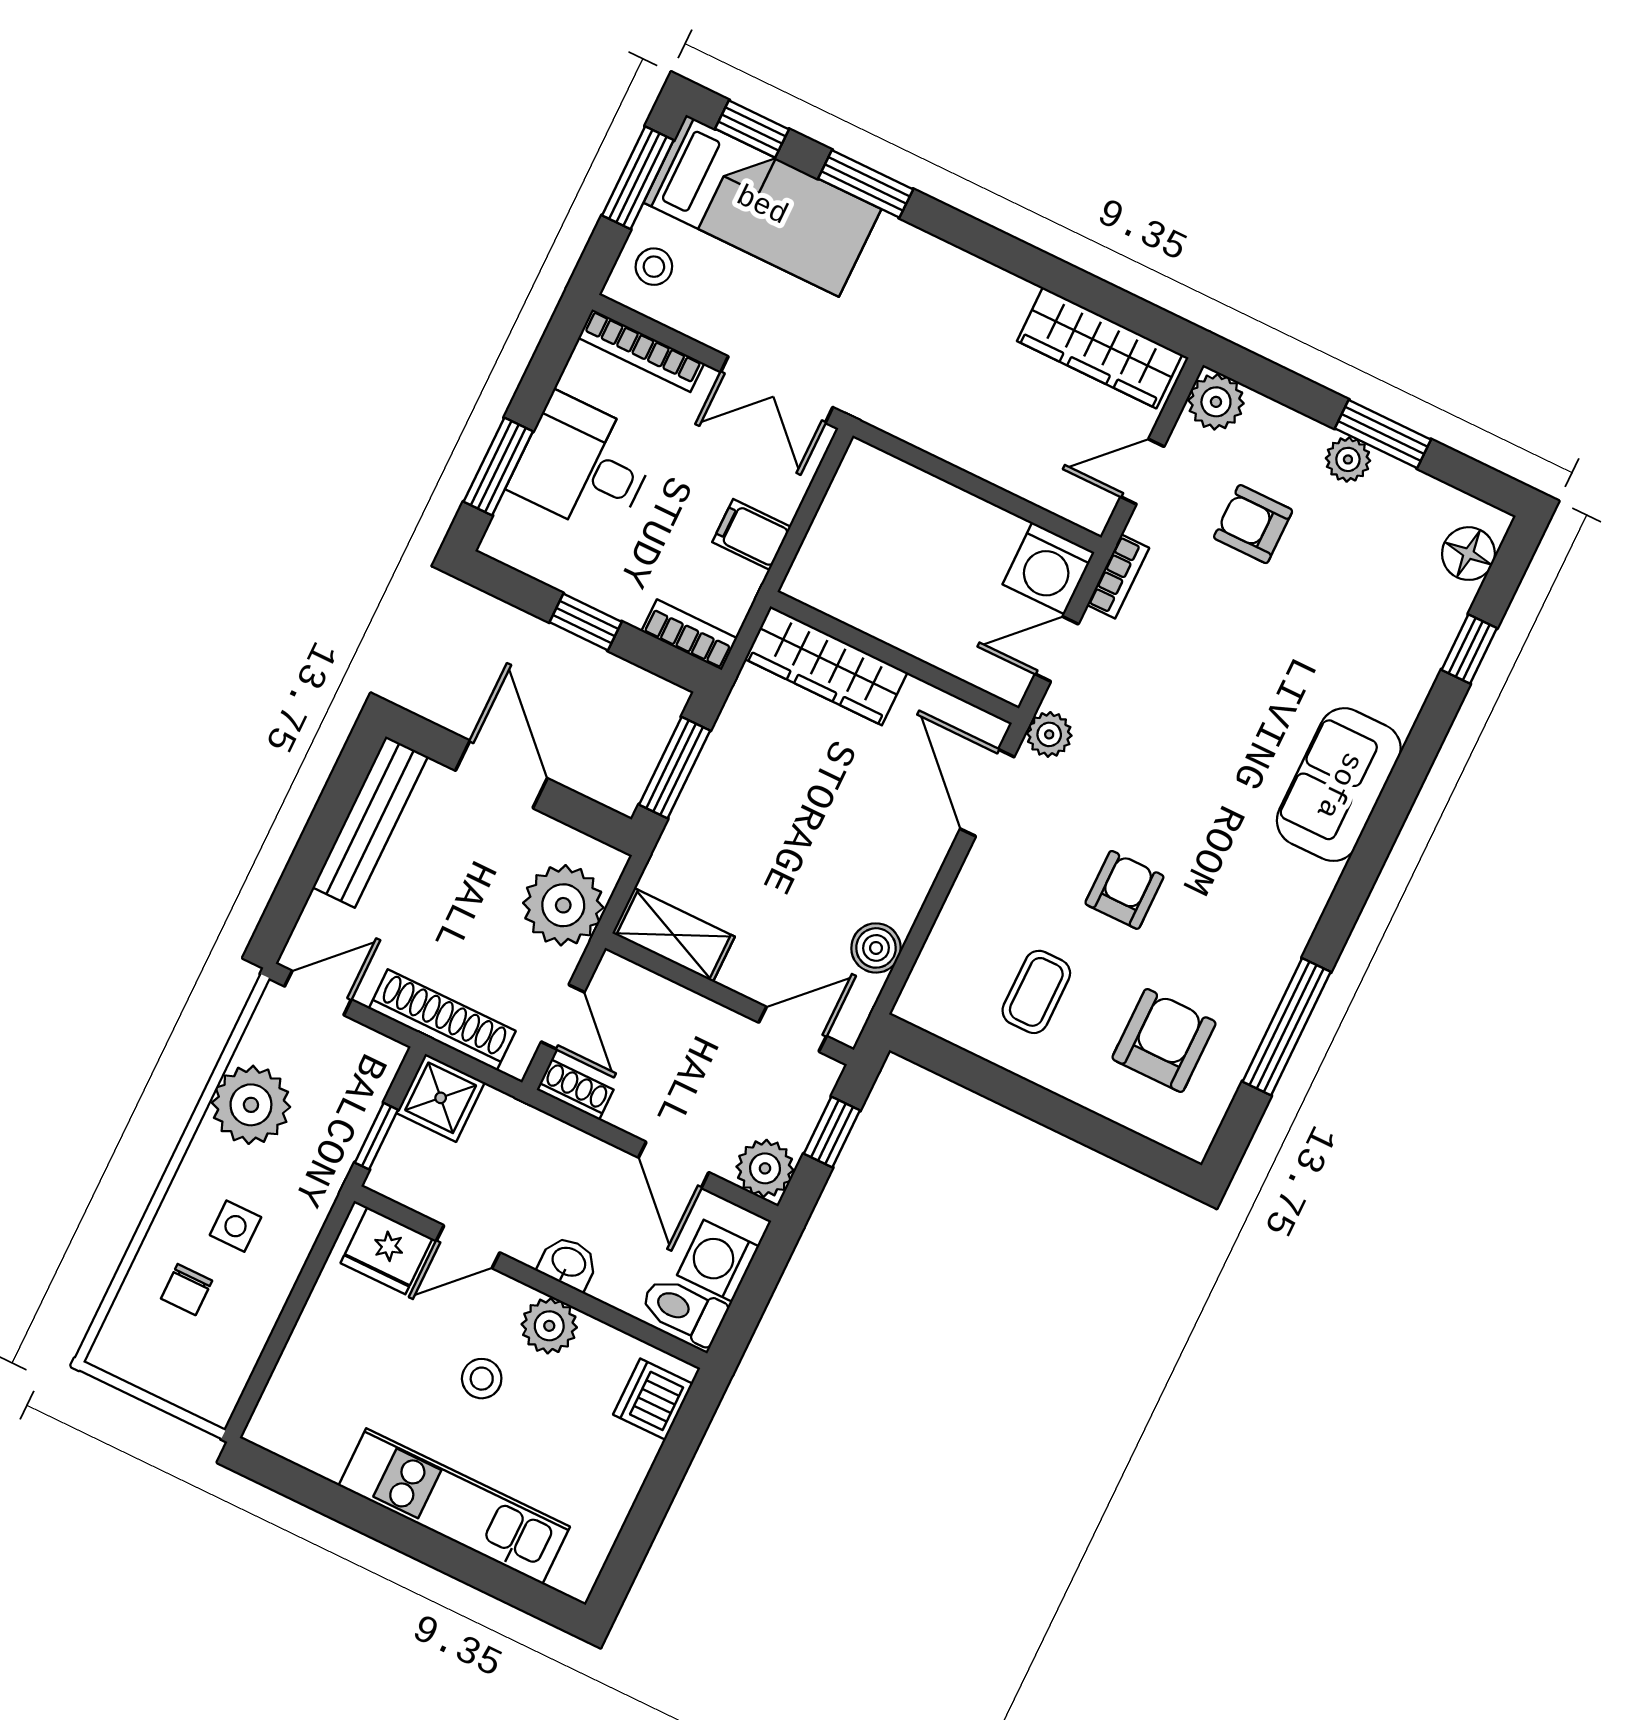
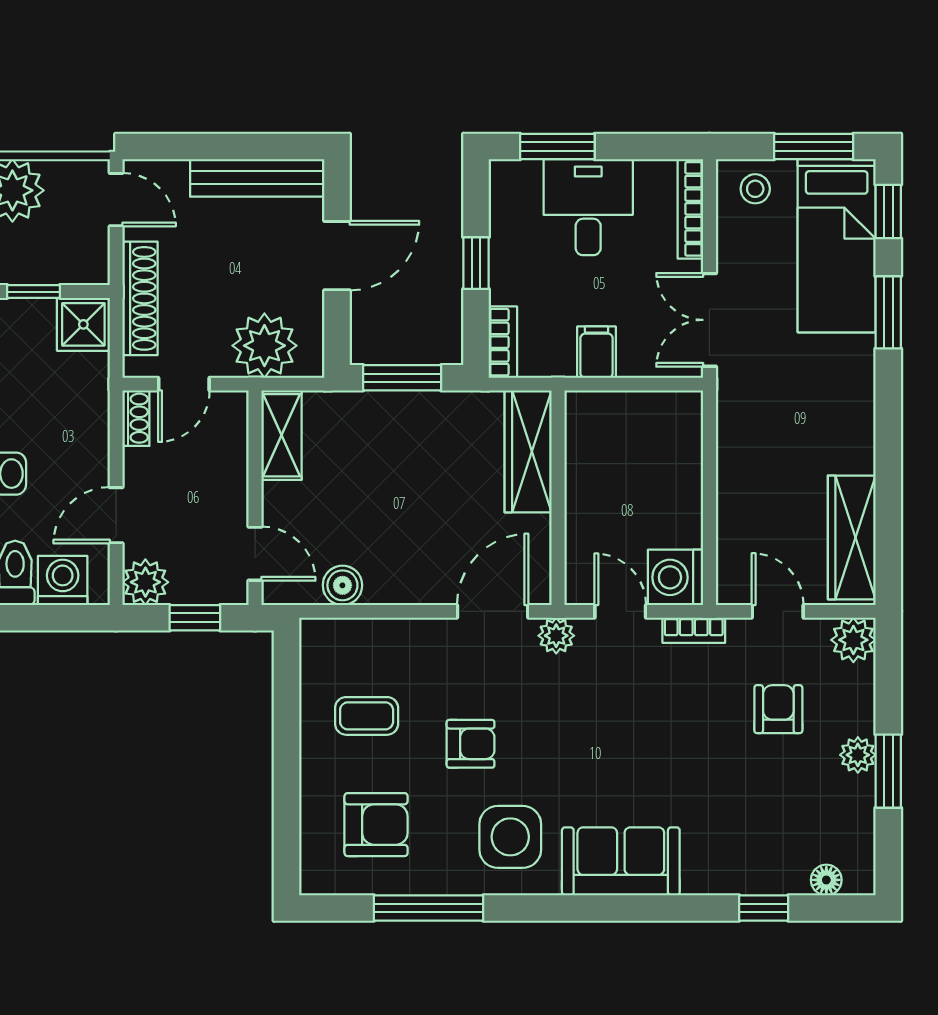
floor lamp: (1468, 554) -> (826, 880), width x0.73, depth x0.73
side table: (1251, 896) -> (510, 837), added

